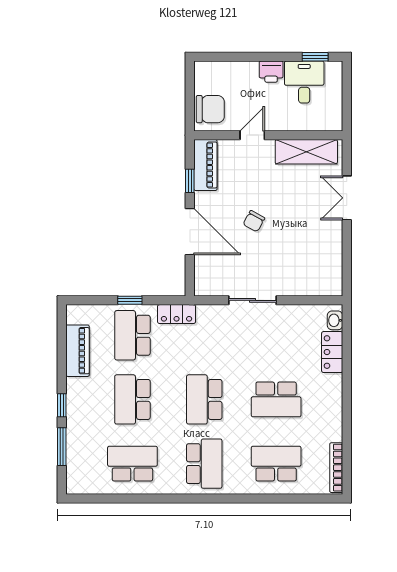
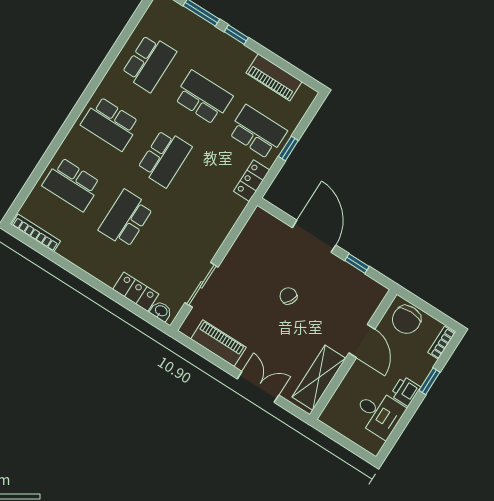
window: (315, 57) -> (429, 381), moved
bookcase: (211, 67) -> (442, 343), added
door: (252, 135) -> (362, 341), width x1.38
piano: (205, 165) -> (218, 343), moved, turned 180
door: (190, 232) -> (314, 236), swing flipped
sliding door: (252, 300) -> (201, 285), moved
school desk: (204, 399) -> (165, 158), turned 90
school desk: (276, 464) -> (72, 184), turned 90

